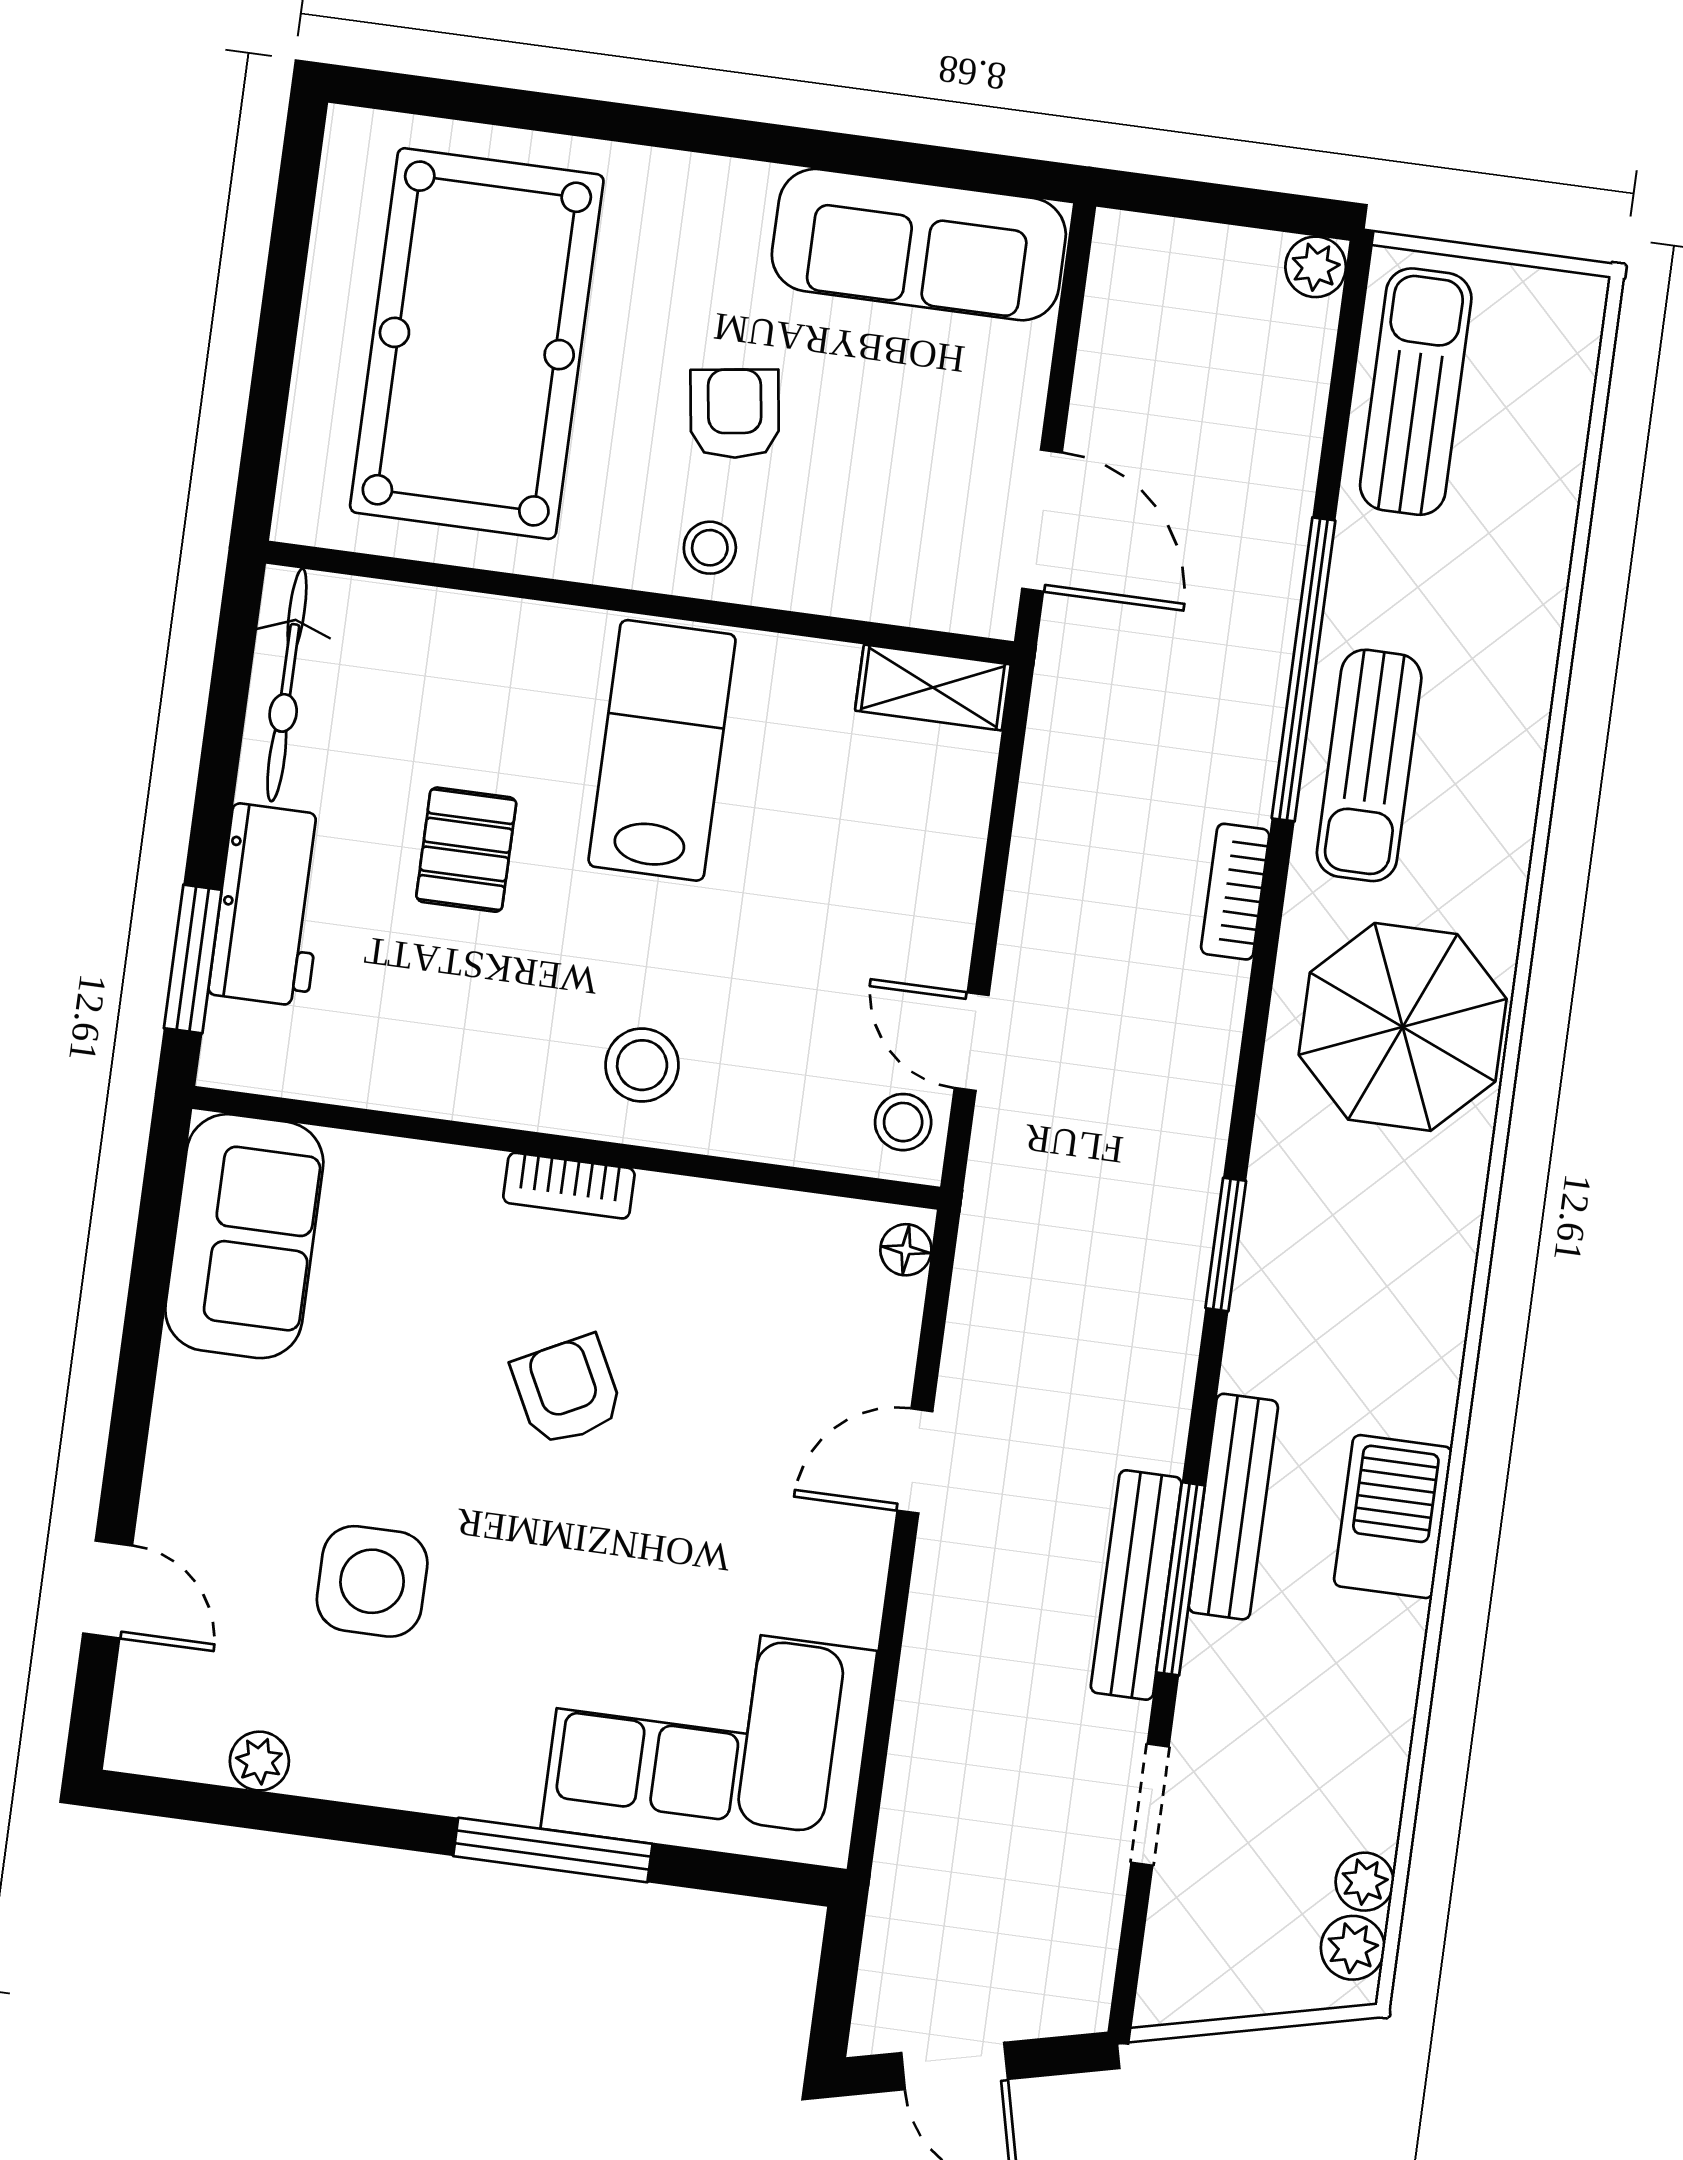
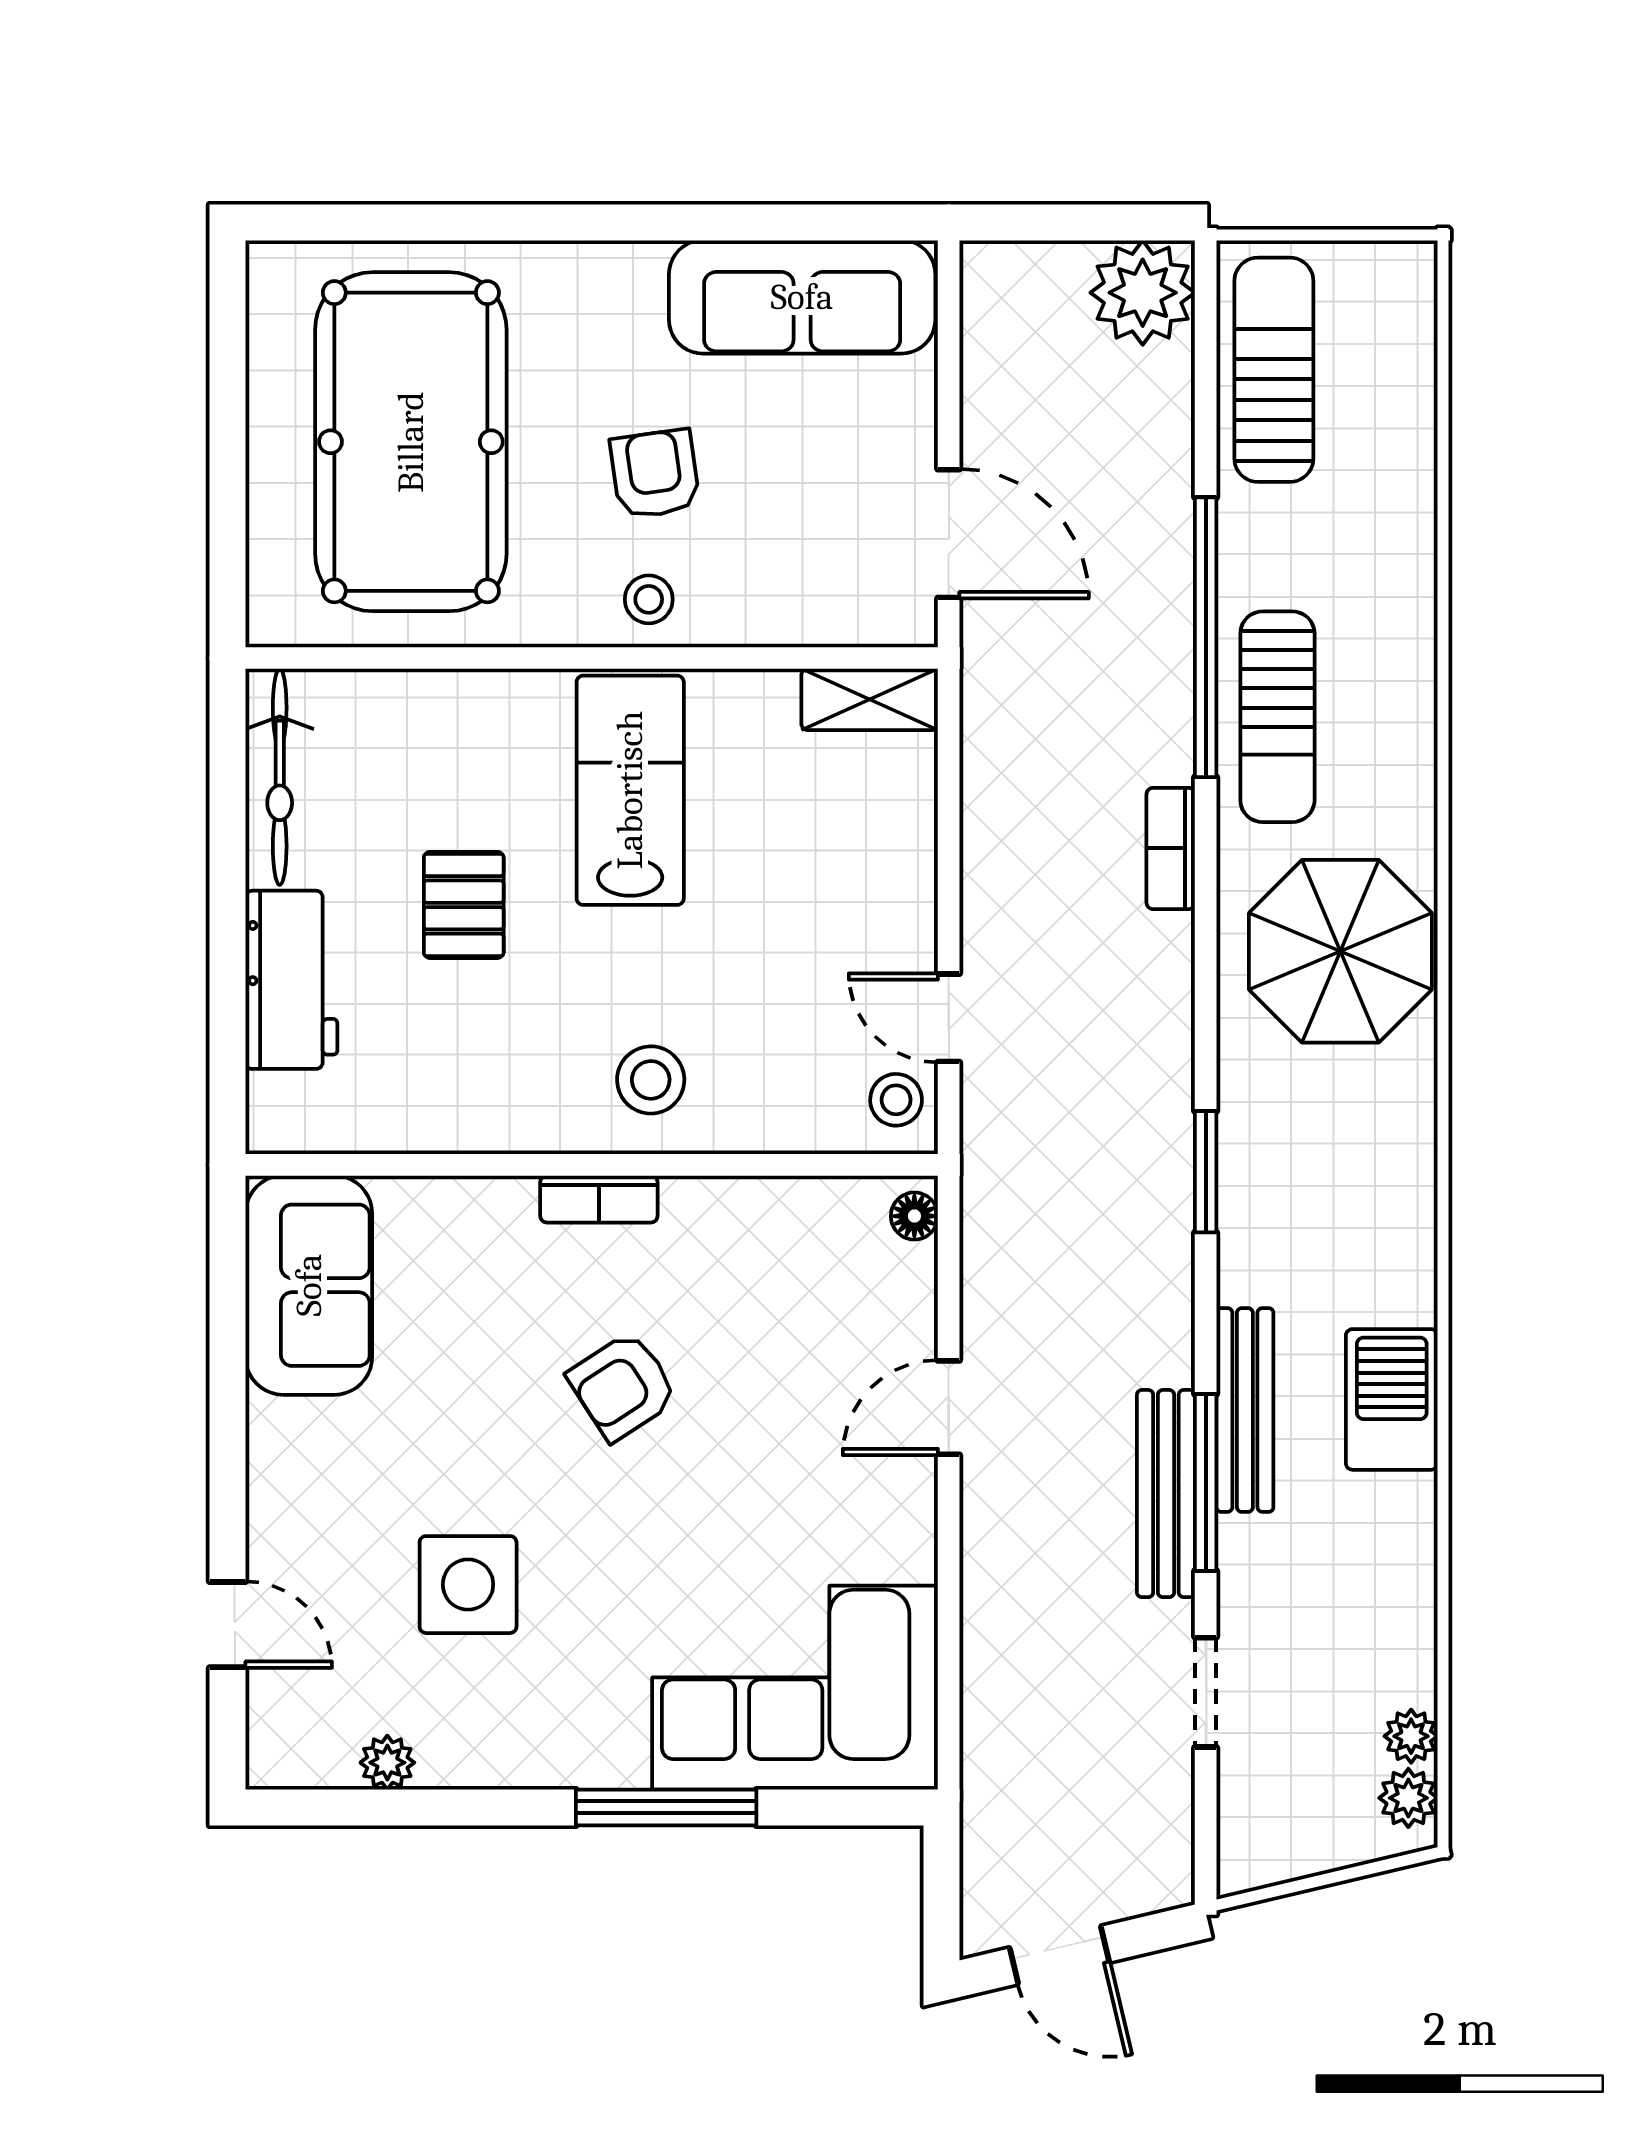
plant: (1316, 267) -> (1143, 293), width x1.87, depth x1.87
window: (193, 959) -> (228, 1039), removed
armchair: (567, 1391) -> (623, 1386), turned -96

